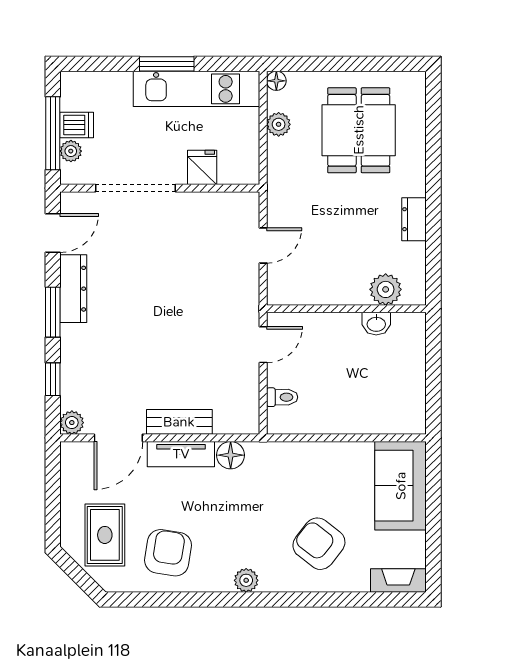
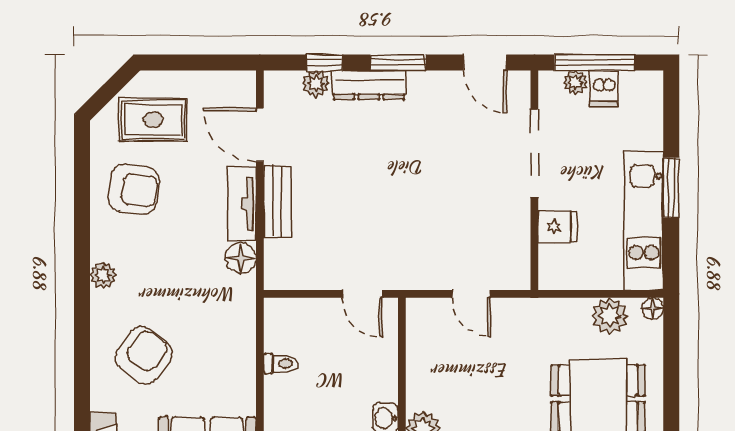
plant: (279, 124) -> (610, 316), width x1.38, depth x1.38
dresser: (73, 289) -> (369, 85), moved
toilet: (282, 397) -> (281, 363), moved, turned -90
plant: (72, 423) -> (316, 83), moved

